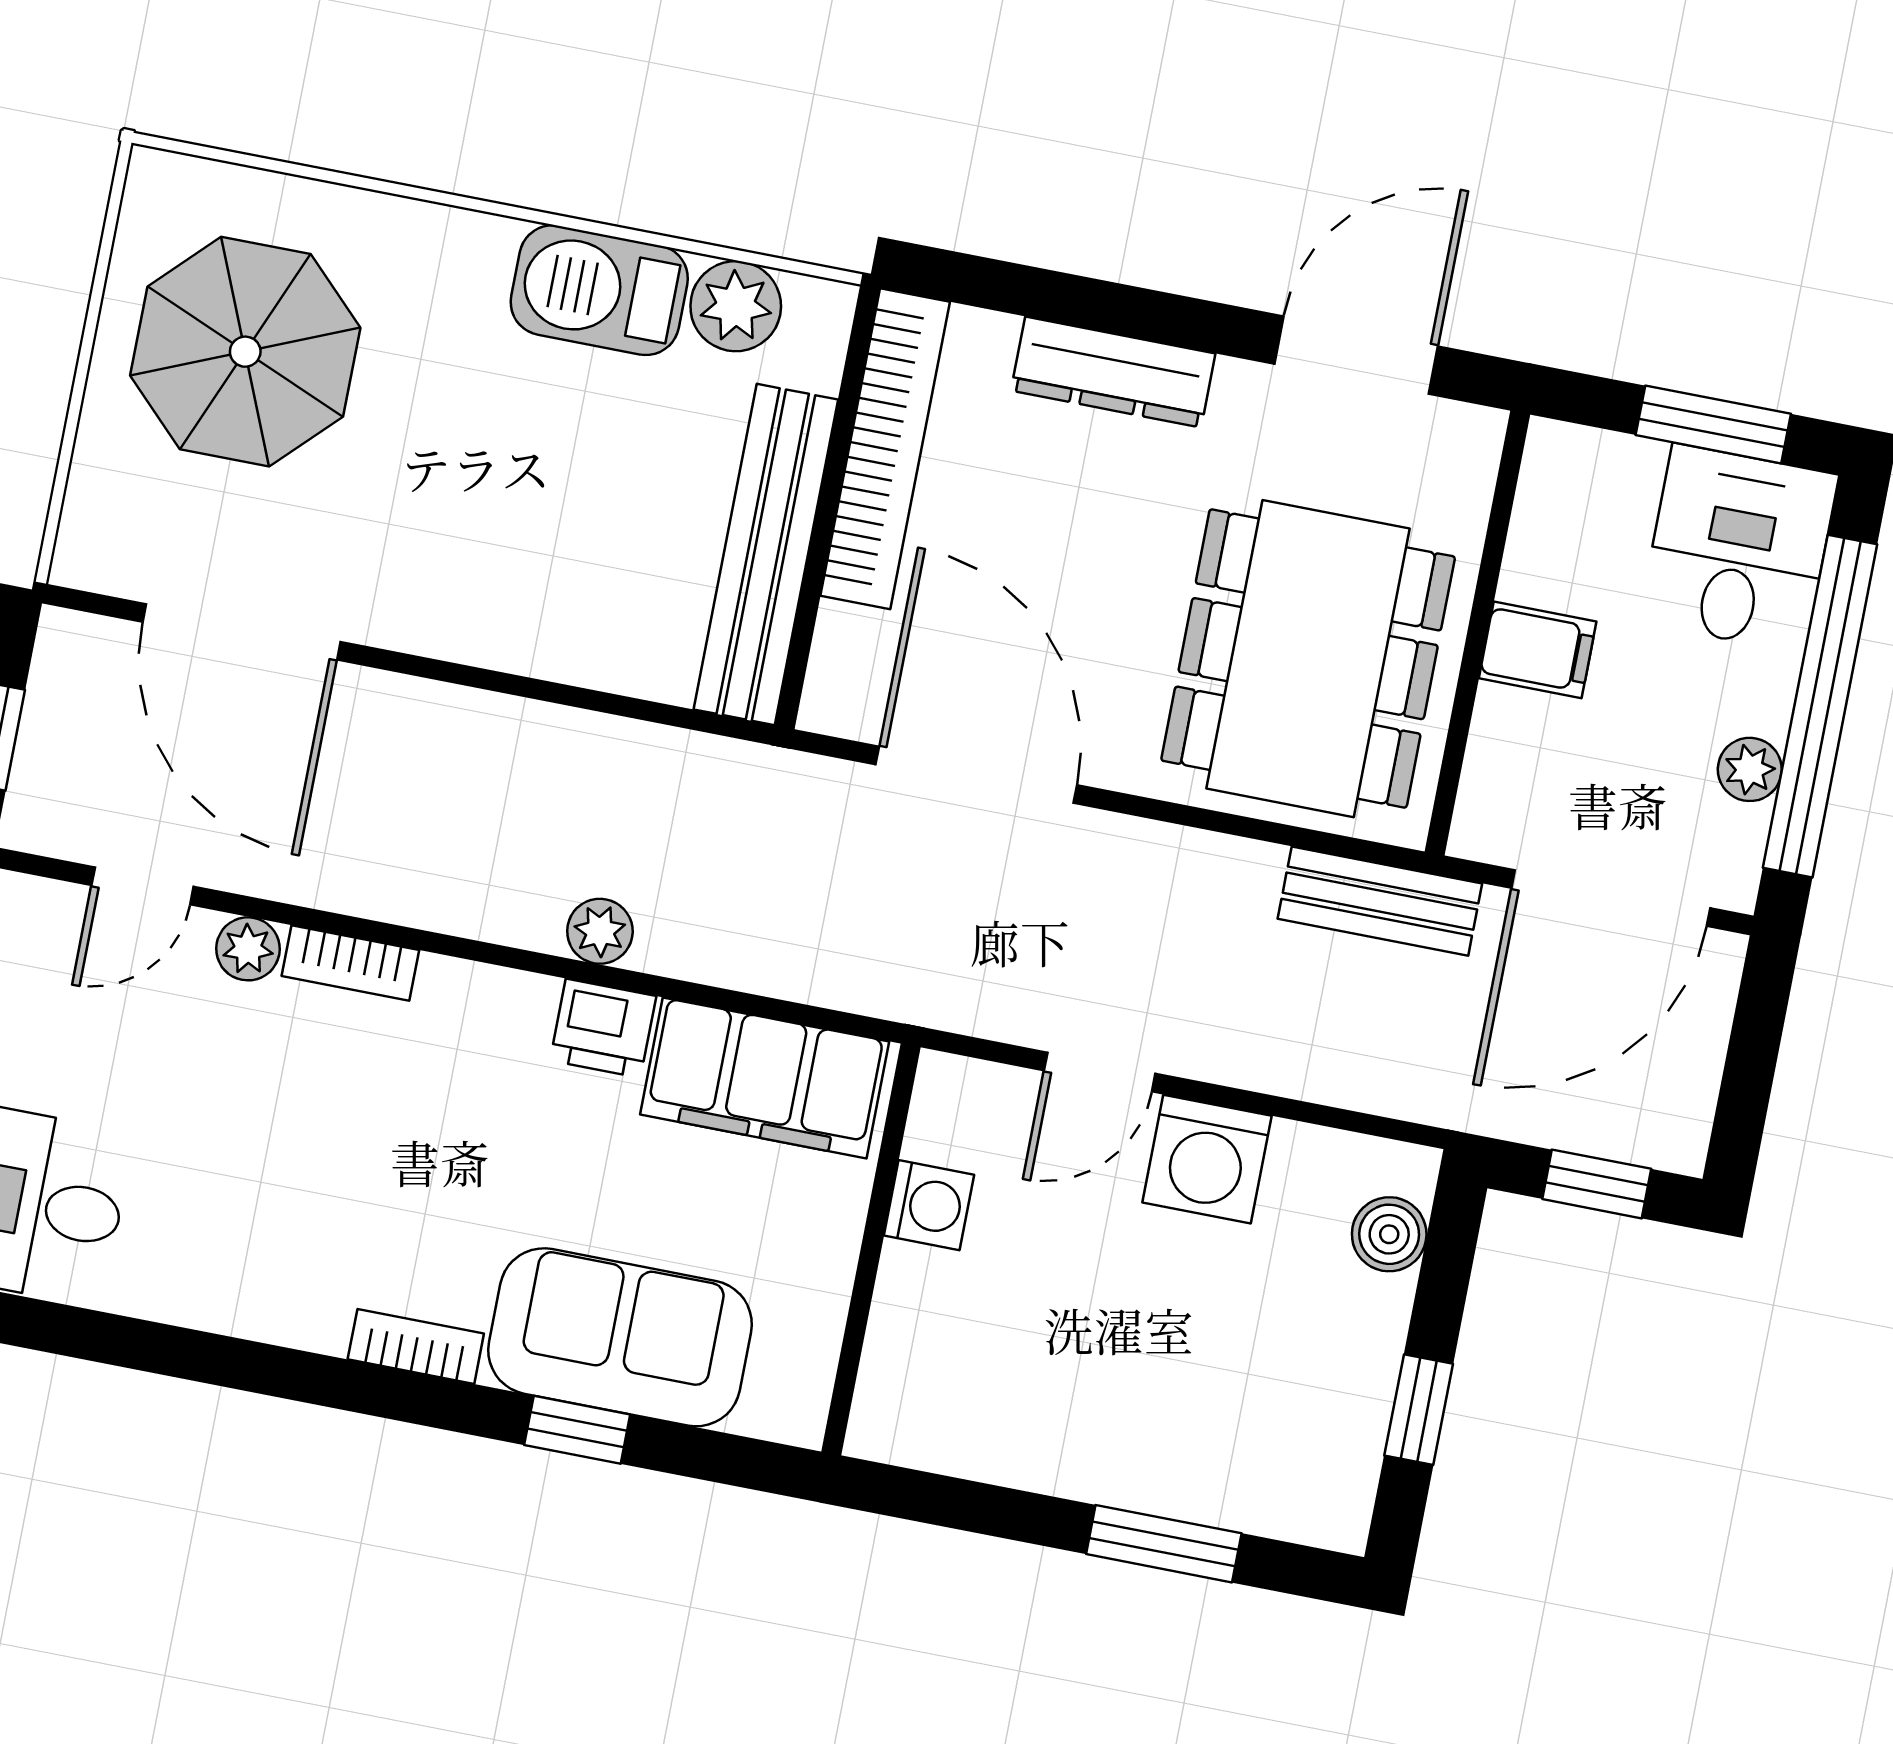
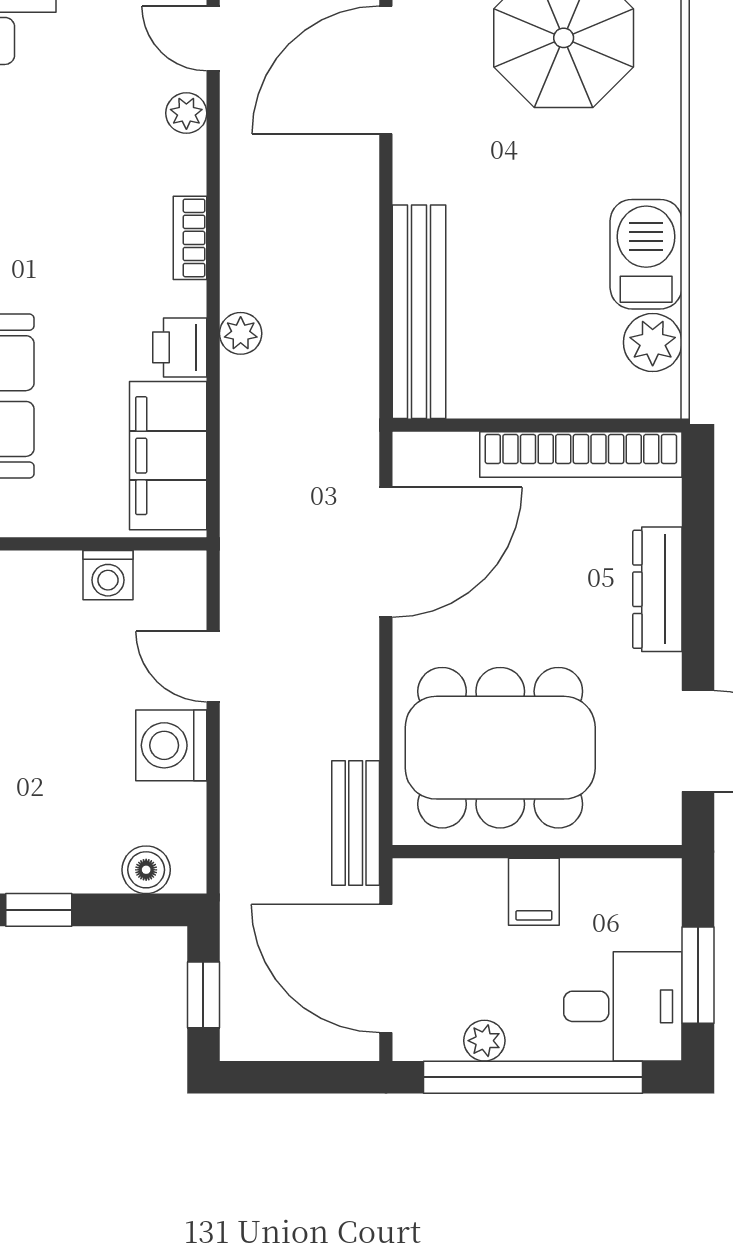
bench: (766, 554) -> (419, 312), moved, turned 90
bookcase: (350, 963) -> (190, 238), moved

